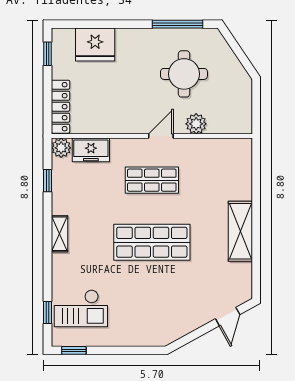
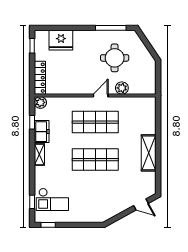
freezer: (91, 150) -> (42, 132), moved, turned -90
shop shelf: (152, 180) -> (95, 122), width x1.43, depth x1.36
door: (228, 317) -> (141, 204), hinge flipped

